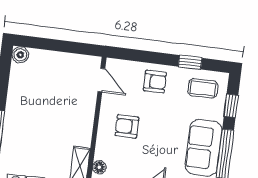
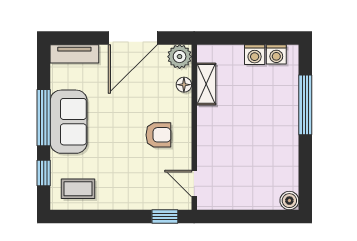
window: (190, 62) -> (165, 216), moved
armchair: (155, 82) -> (133, 189), removed

